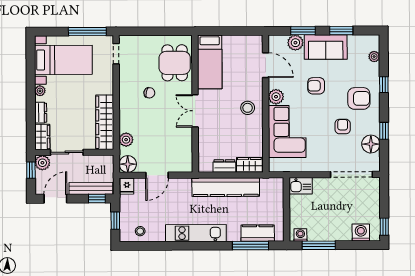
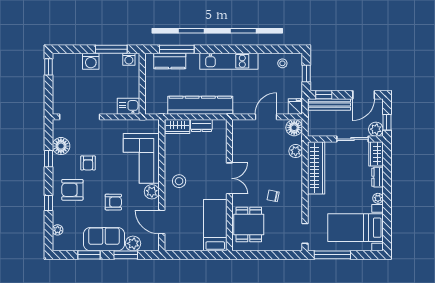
washing machine: (361, 233) -> (91, 61), moved

